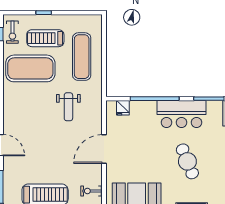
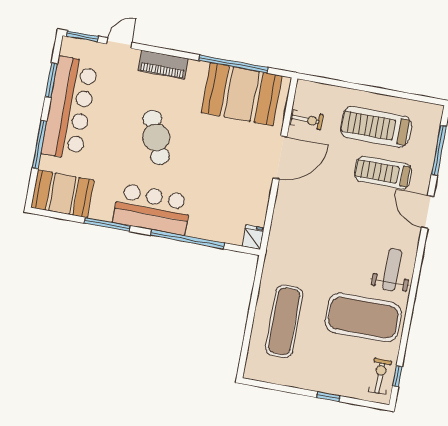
treadmill: (45, 38) -> (383, 173), moved, turned 180
weight bench: (68, 107) -> (392, 270), moved
fridge: (123, 108) -> (253, 237), moved
door: (104, 149) -> (280, 158), moved

